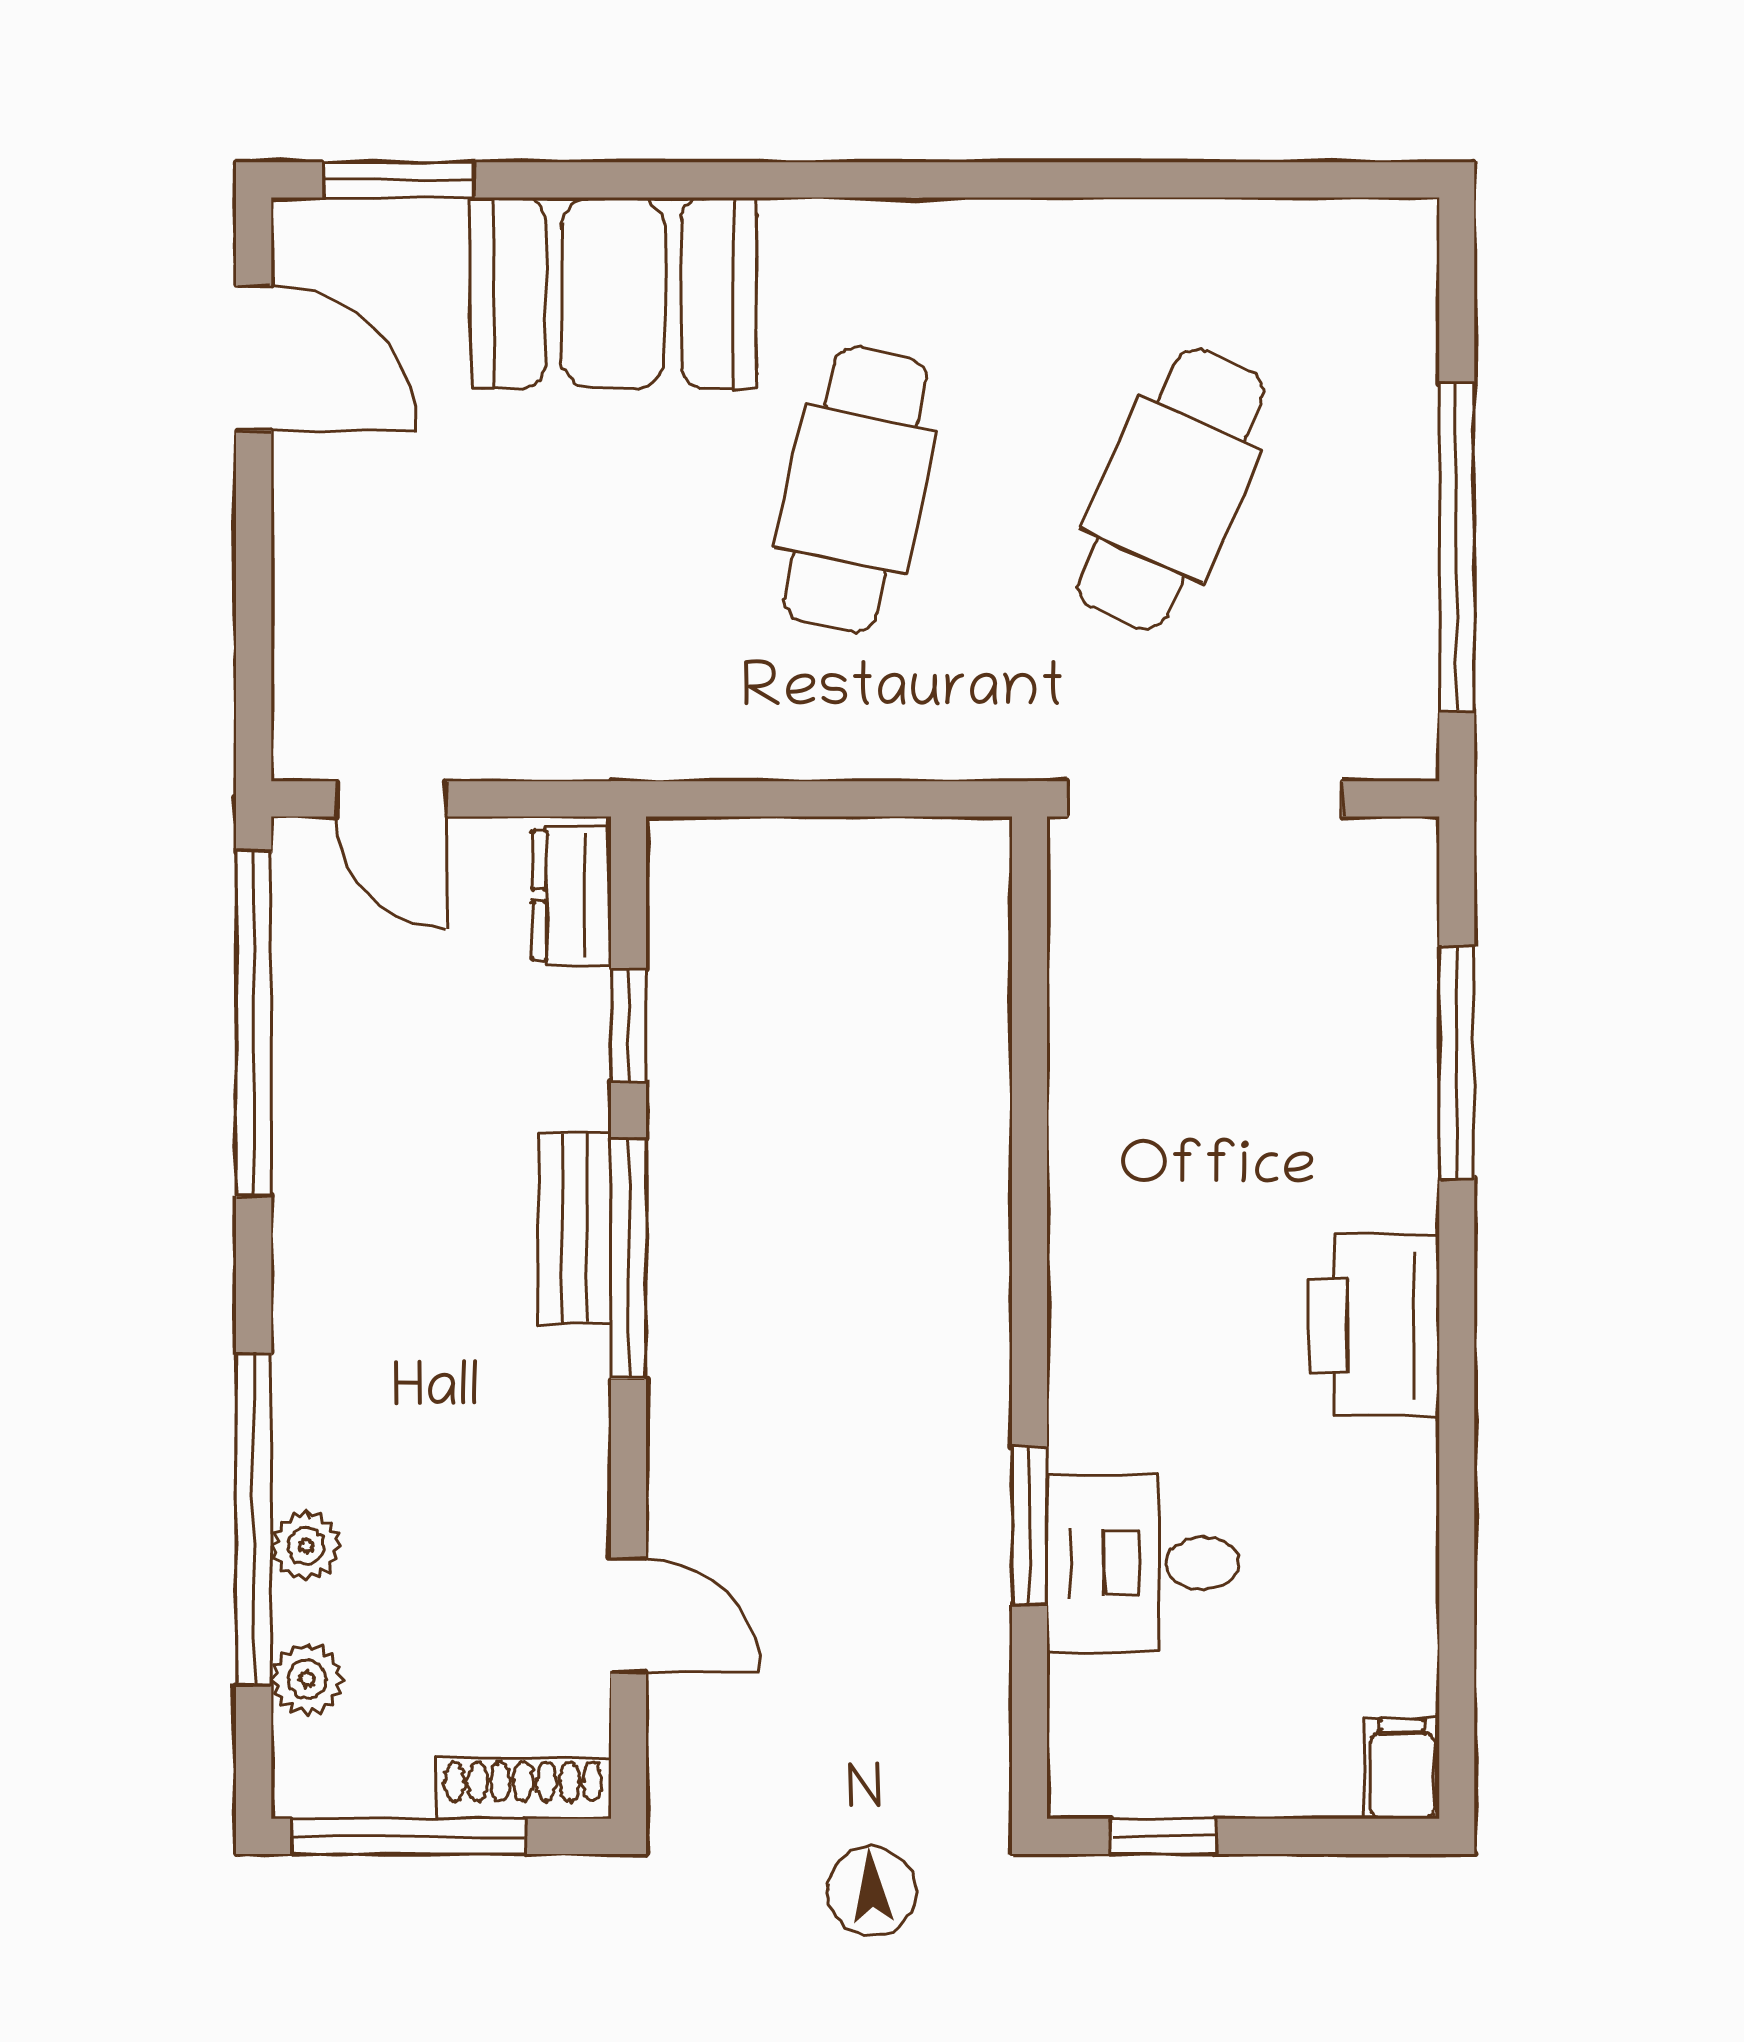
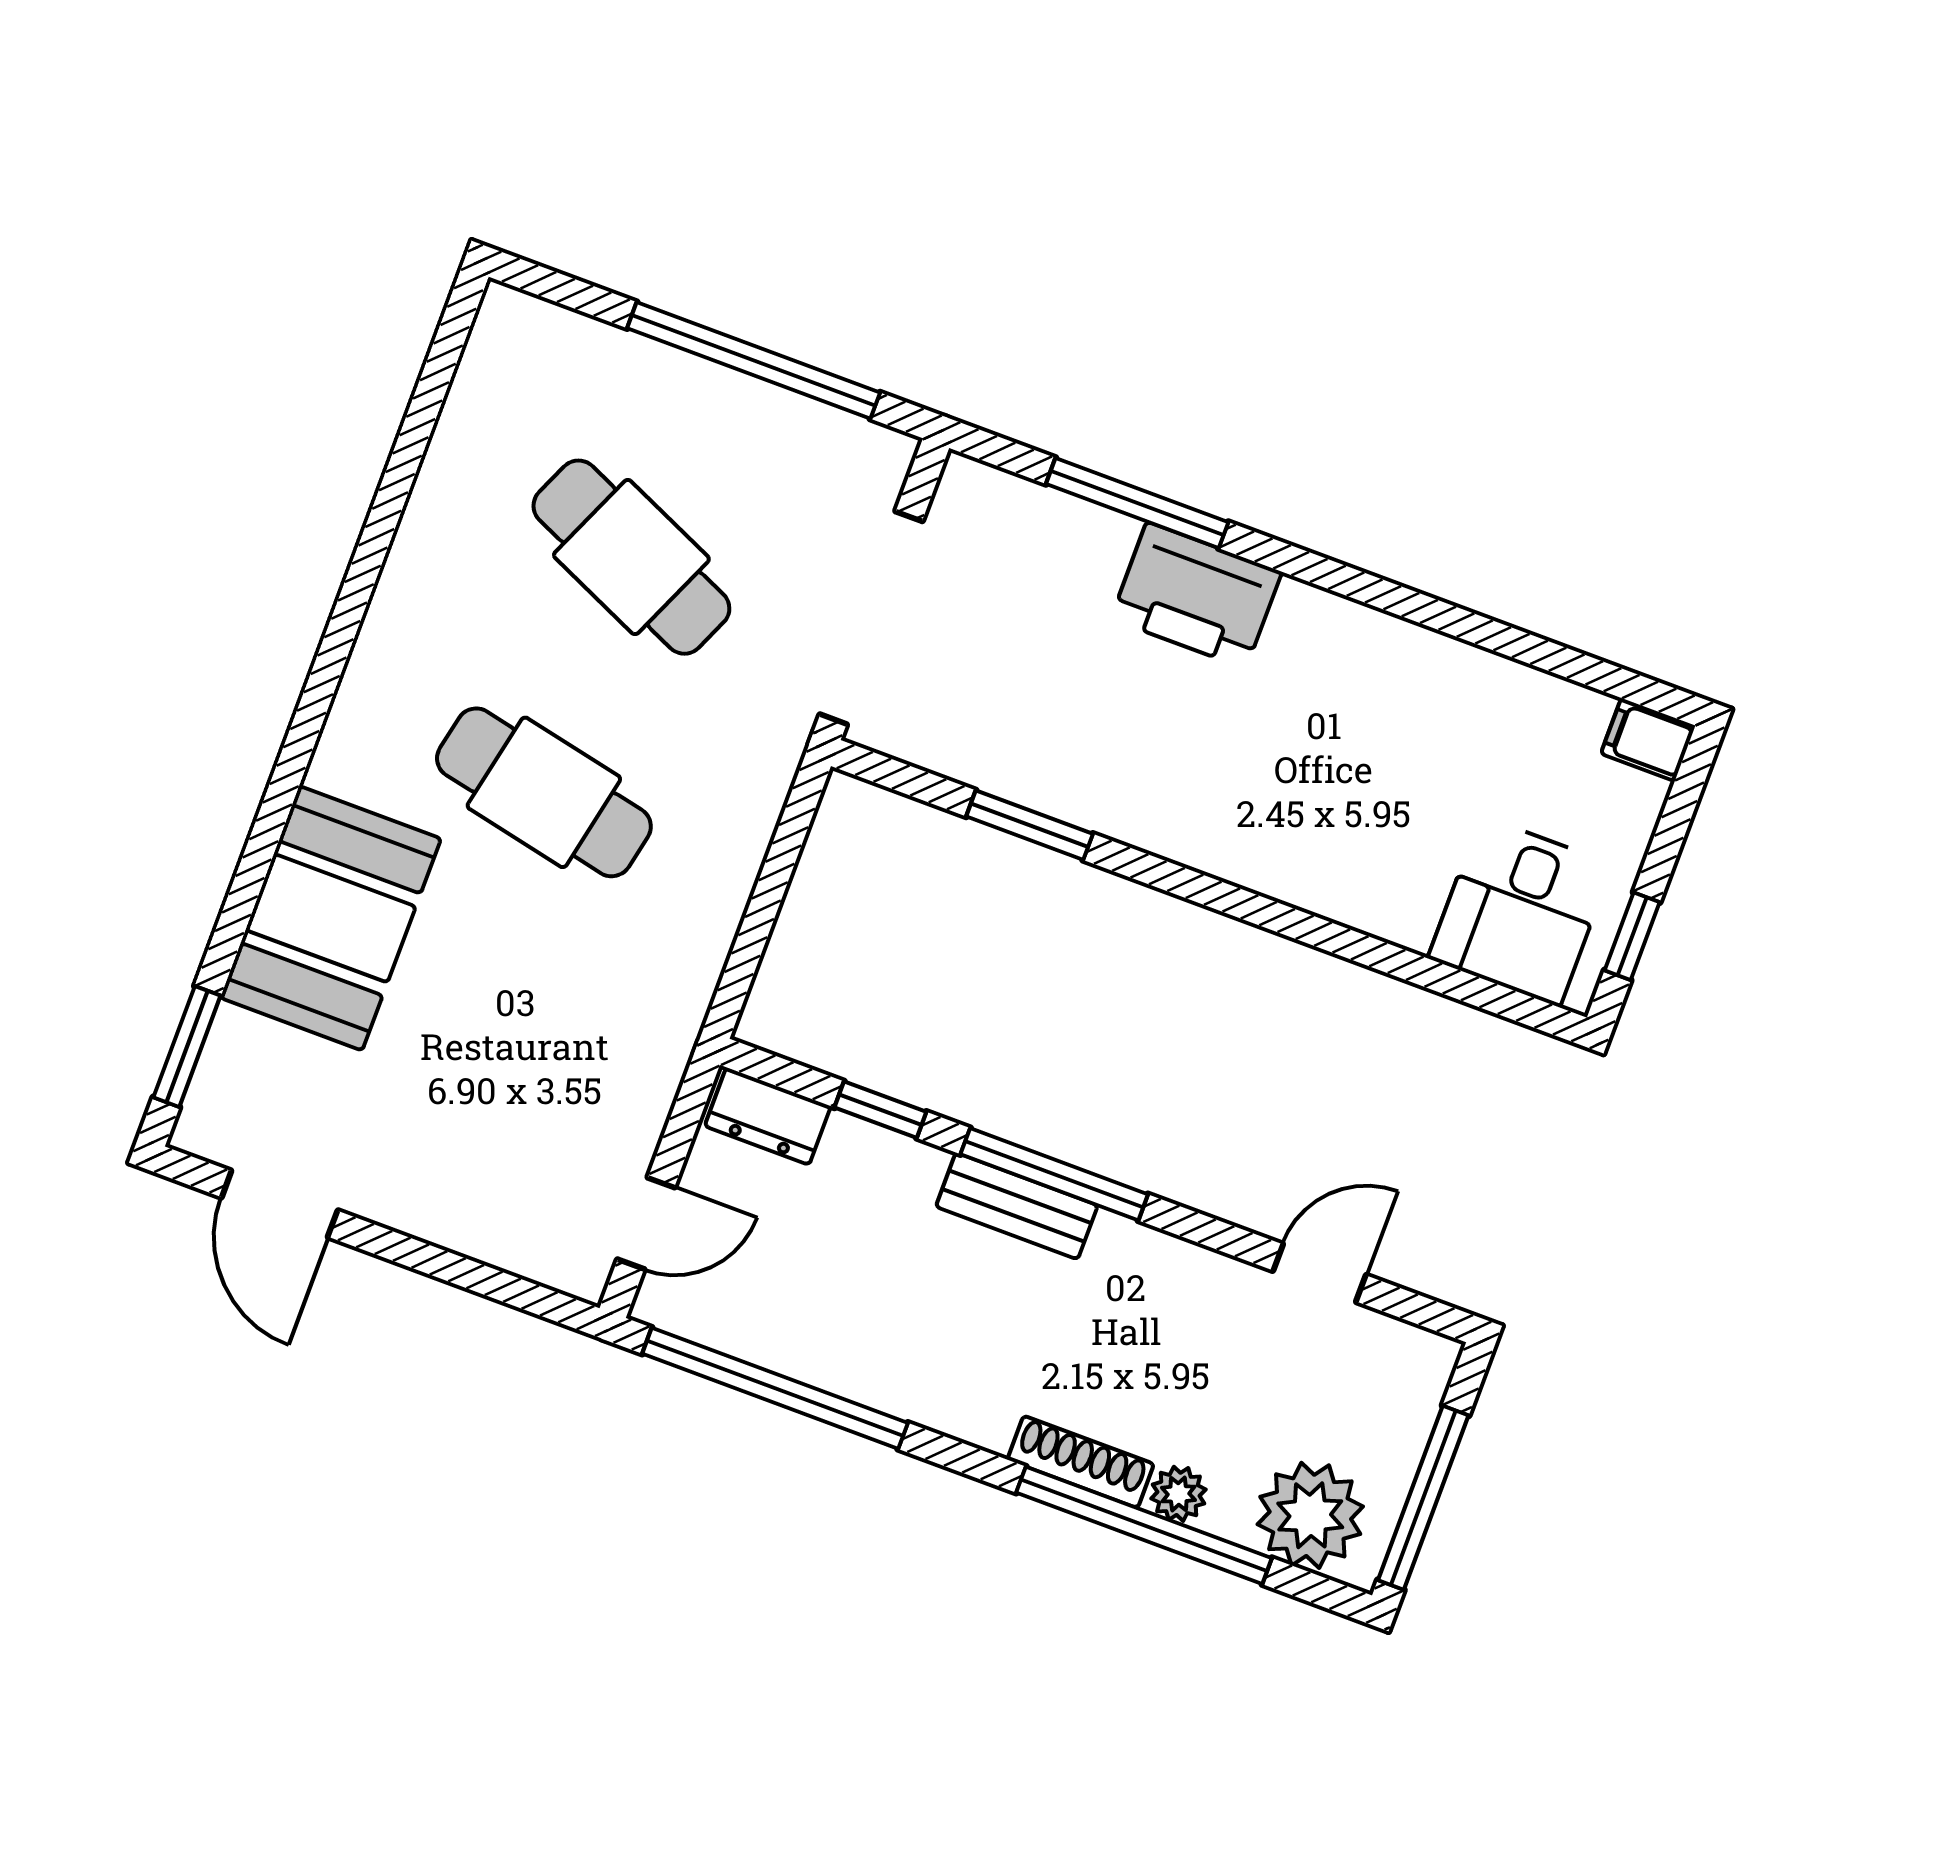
door: (254, 358) -> (280, 1204), swing flipped
printer: (1374, 1325) -> (1196, 595), moved
window: (1029, 1526) -> (1029, 825), moved
desk: (1143, 1563) -> (1520, 911), moved
plant: (307, 1679) -> (1310, 1515), width x1.87, depth x1.87
shoe rack: (523, 1789) -> (1081, 1462), moved, turned 90

